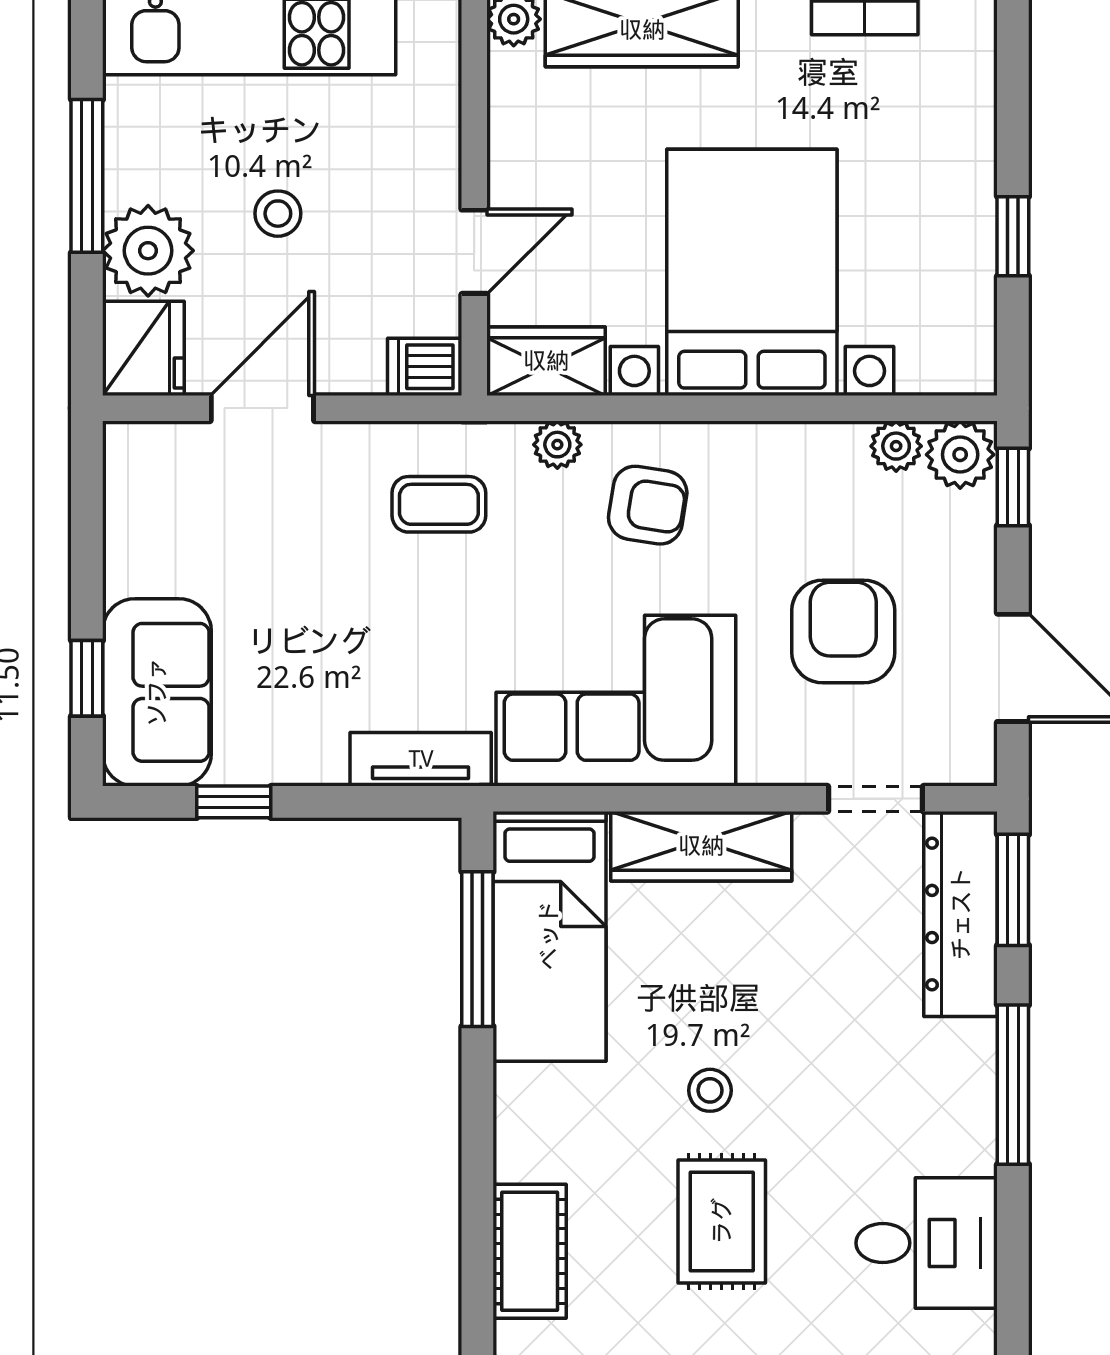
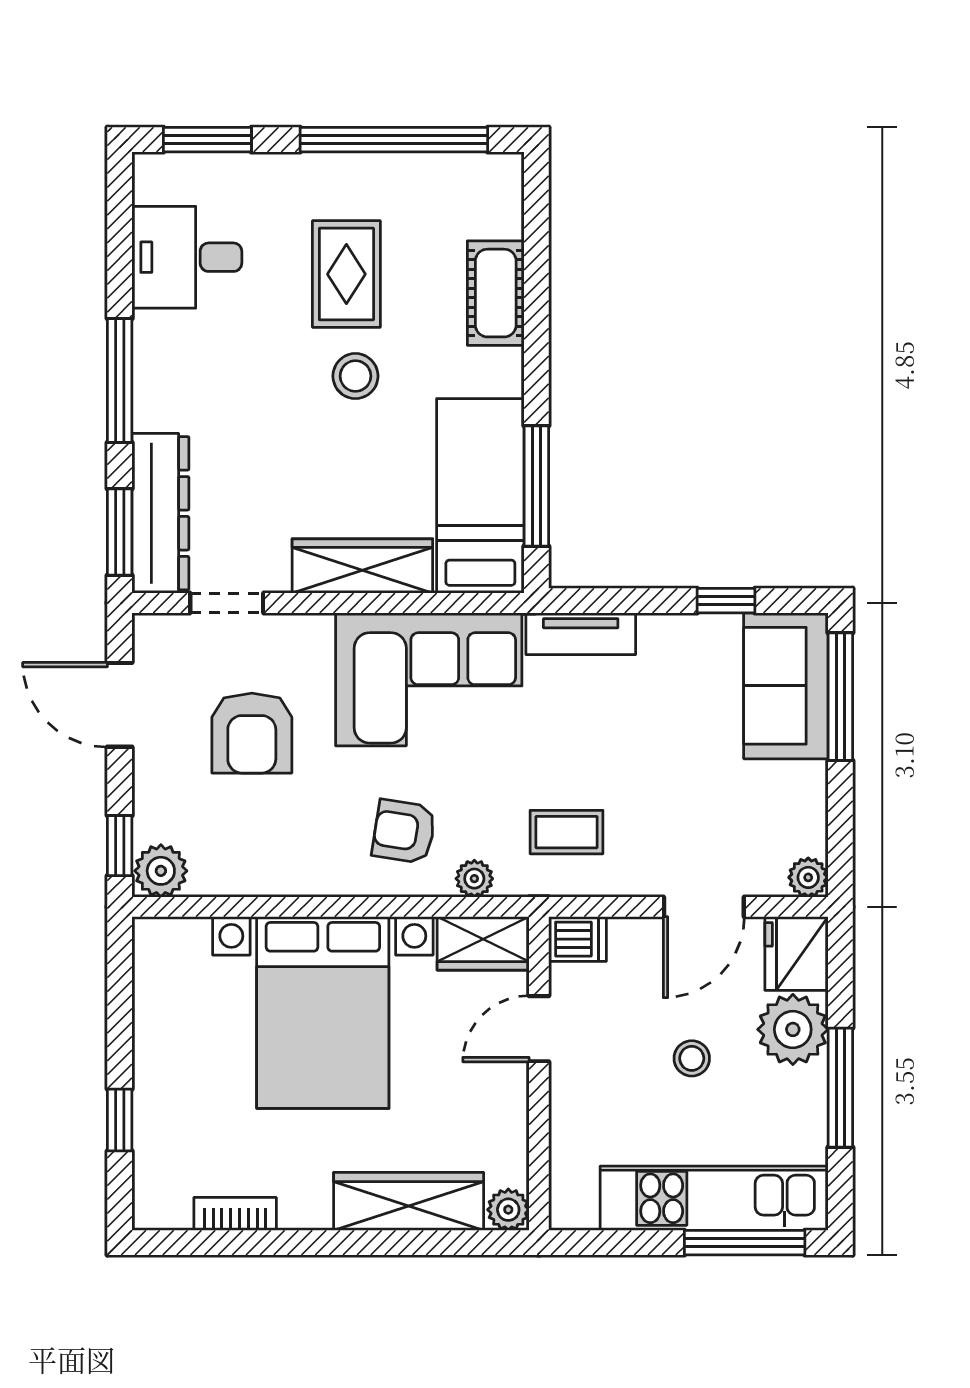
window: (1013, 236) -> (120, 1120), moved
plant: (896, 446) -> (808, 877), moved
window: (87, 678) -> (840, 697), width x2.17
stool: (710, 1090) -> (355, 376), width x1.37, depth x1.37
cot: (530, 1251) -> (496, 293), moved

